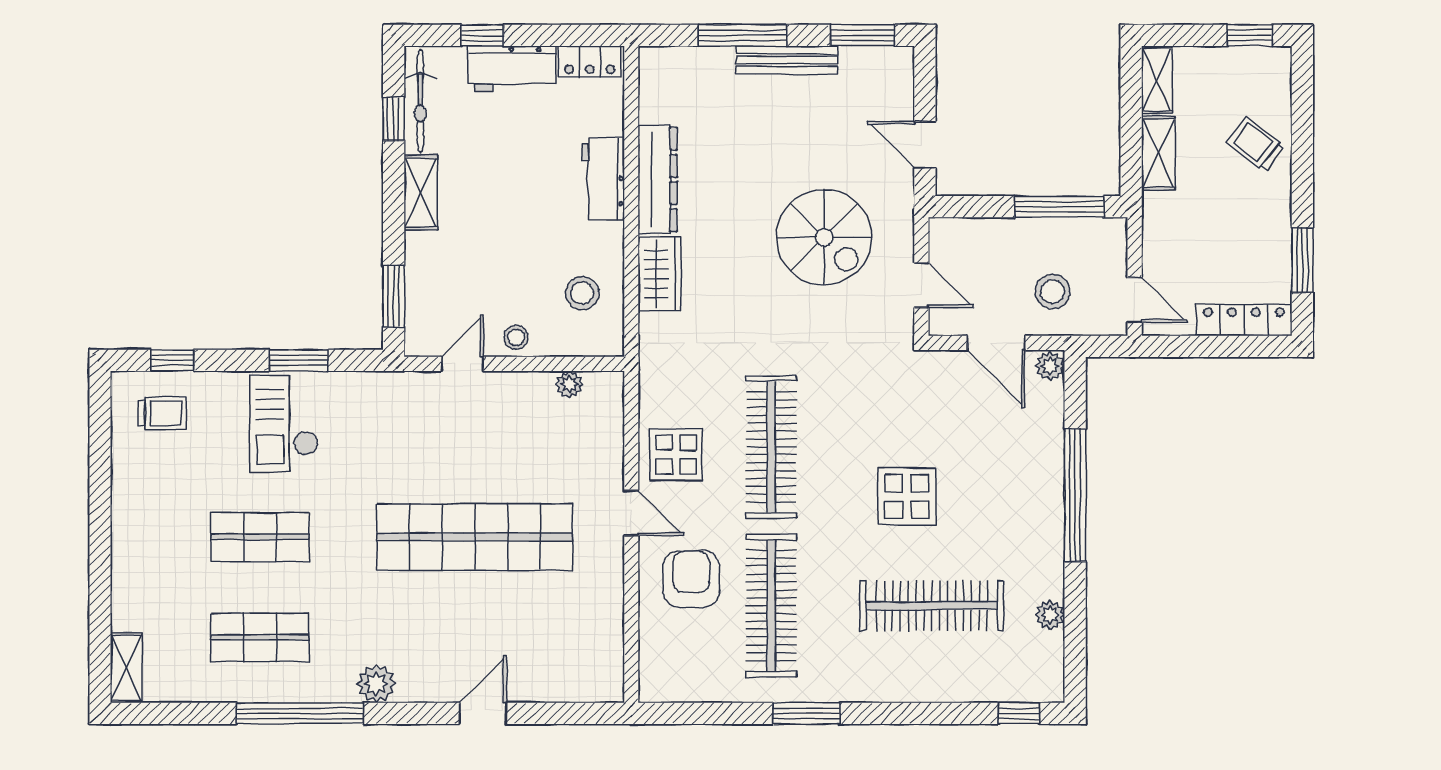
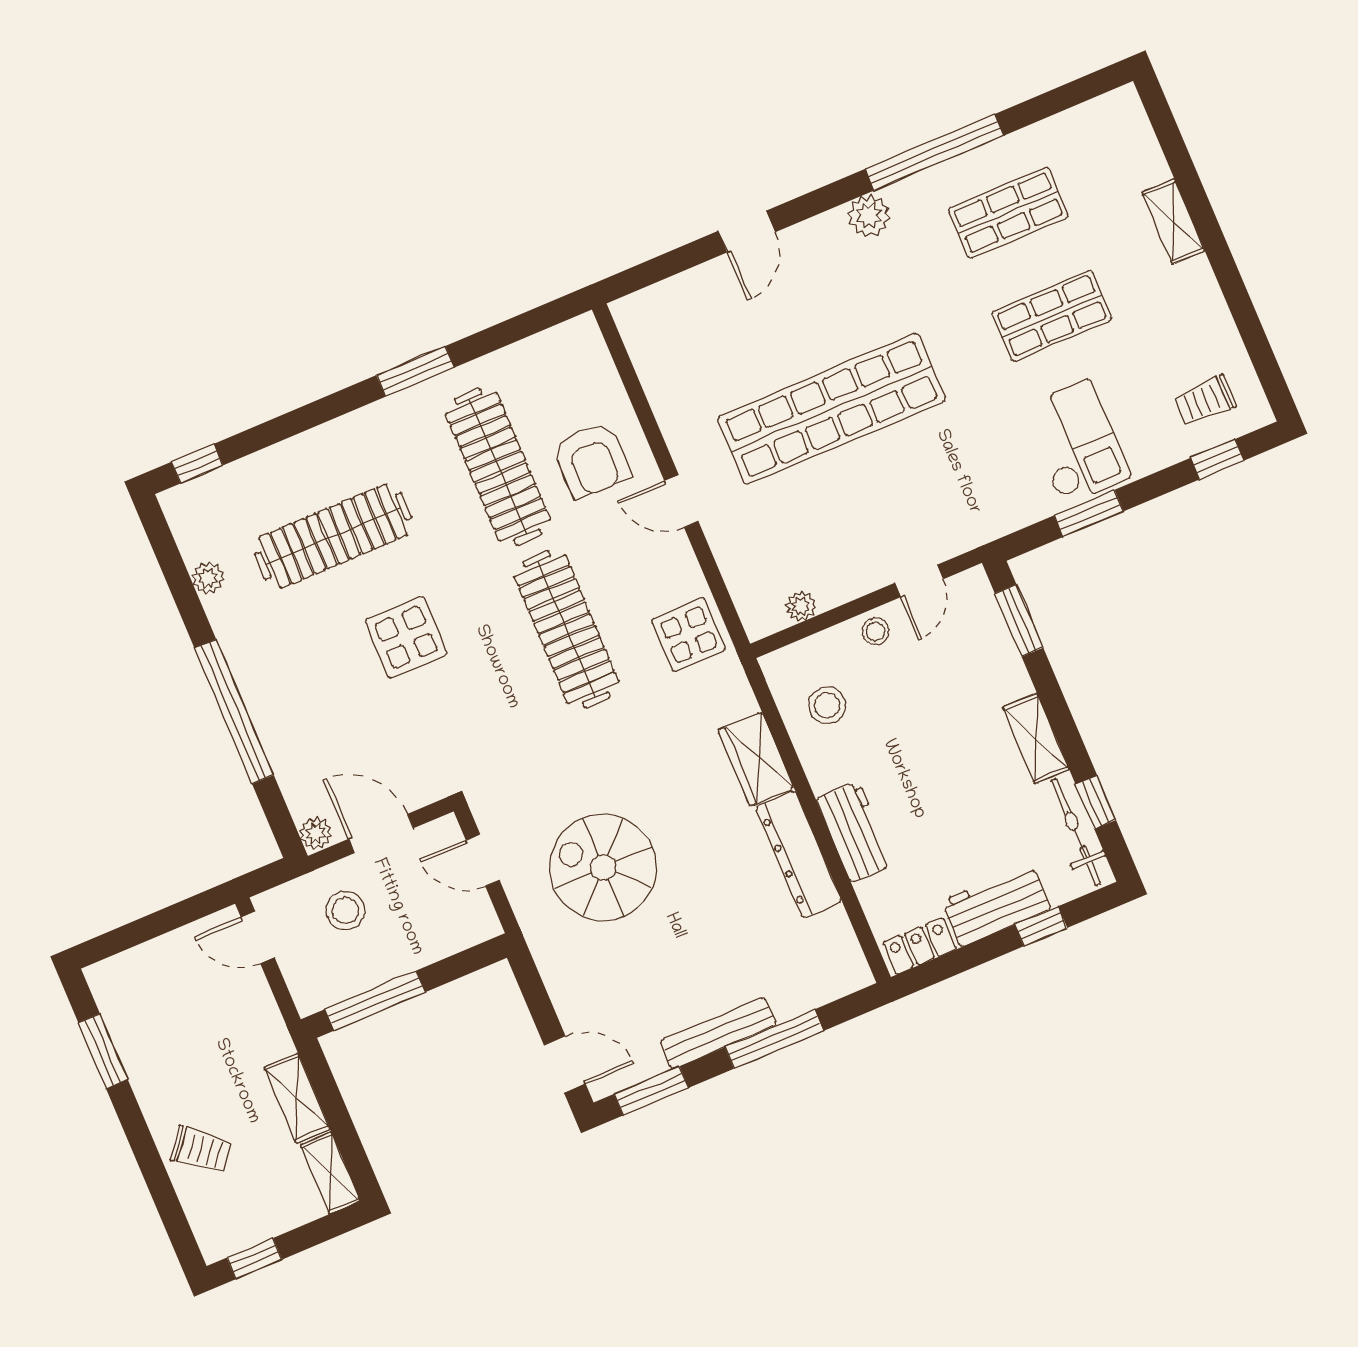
door: (925, 145) -> (565, 1064), moved
locker: (1244, 320) -> (137, 964), removed
display table: (676, 455) -> (689, 635), moved
shelving: (126, 668) -> (1173, 221), moved

